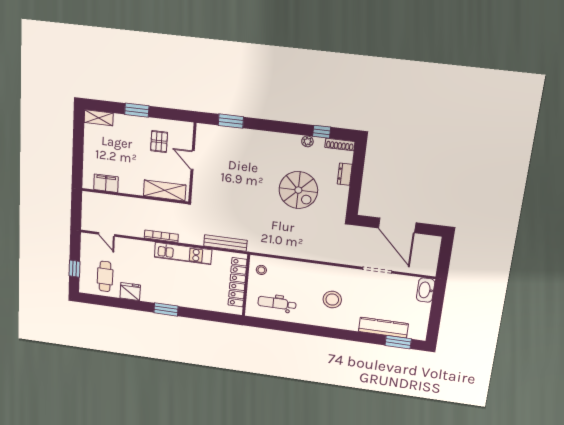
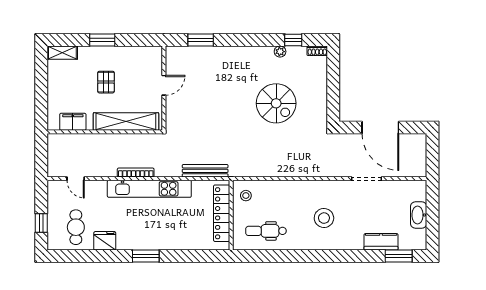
pallet: (159, 142) -> (106, 82), moved
shoe rack: (340, 144) -> (317, 51), width x0.70
door: (193, 160) -> (164, 85), swing flipped
dresser: (345, 174) -> (321, 81), removed
shelving: (165, 190) -> (126, 122), width x1.47
kitchen unit: (183, 253) -> (149, 189), width x1.36
washbasin: (426, 290) -> (419, 215), moved
kitchen counter: (383, 328) -> (381, 242), width x0.67

